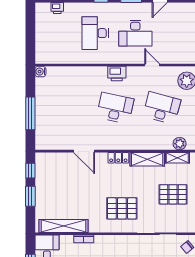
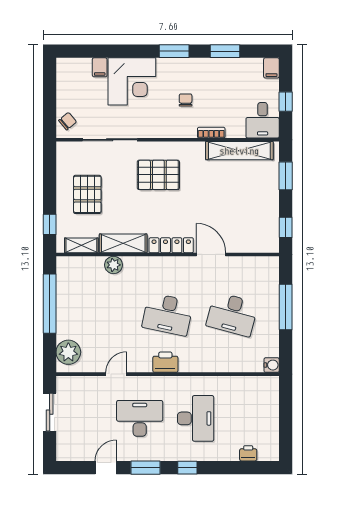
door: (152, 65) -> (116, 374), swing flipped
desk: (162, 108) -> (232, 314), moved
plant: (180, 144) -> (114, 265), moved
locker: (118, 158) -> (171, 245), width x1.53
pallet: (173, 194) -> (87, 194), turned 90
window: (30, 196) -> (286, 176), moved

